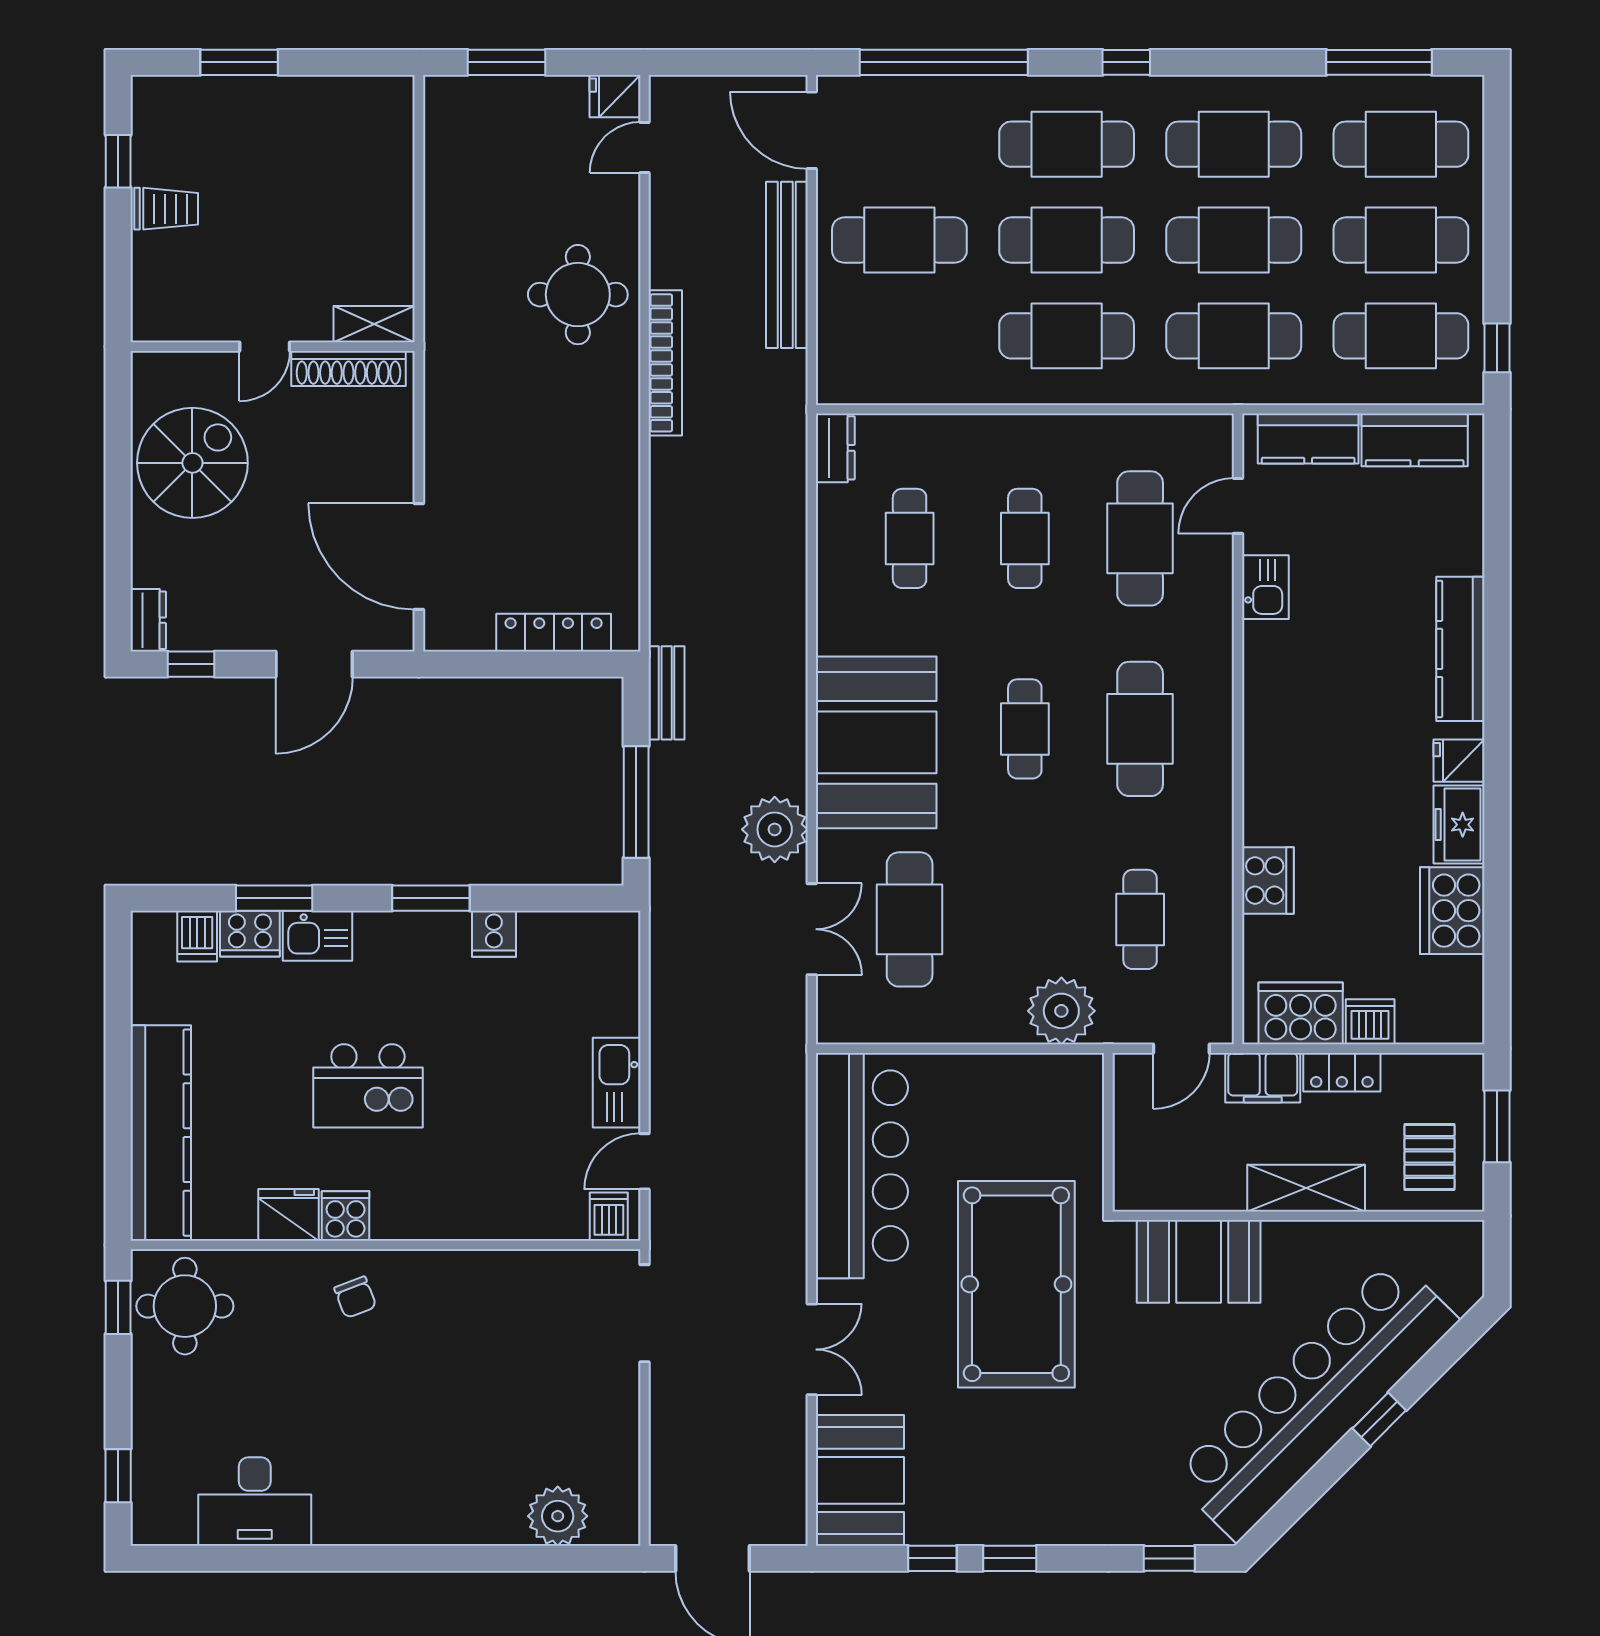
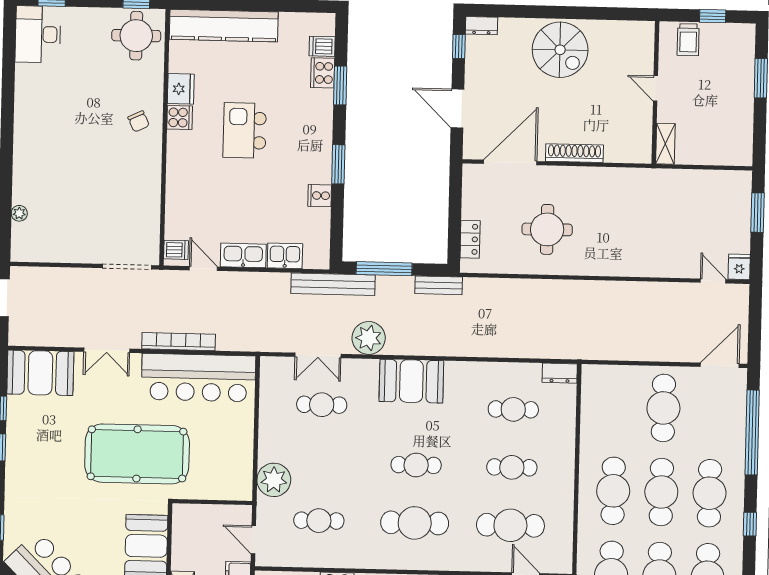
bench: (787, 265) -> (333, 284), moved
round table: (578, 295) -> (547, 229), moved
shelving: (374, 324) -> (665, 144), moved
door: (265, 347) -> (655, 88), moved
wall: (273, 347) -> (655, 92), moved
bookcase: (665, 363) -> (179, 342), moved, turned 180
shoe rack: (349, 368) -> (574, 153), moved, turned 90
locker: (554, 633) -> (470, 239), width x0.66
booth: (876, 742) -> (411, 381), width x0.73, depth x0.70
cafe table: (910, 919) -> (322, 405), width x0.73, depth x0.74
kitchen sink: (317, 936) -> (285, 256), moved, turned 90
chair: (355, 1297) -> (139, 121), turned -94
desk: (255, 1502) -> (38, 34), moved
plant: (558, 1516) -> (19, 213), width x0.53, depth x0.53

